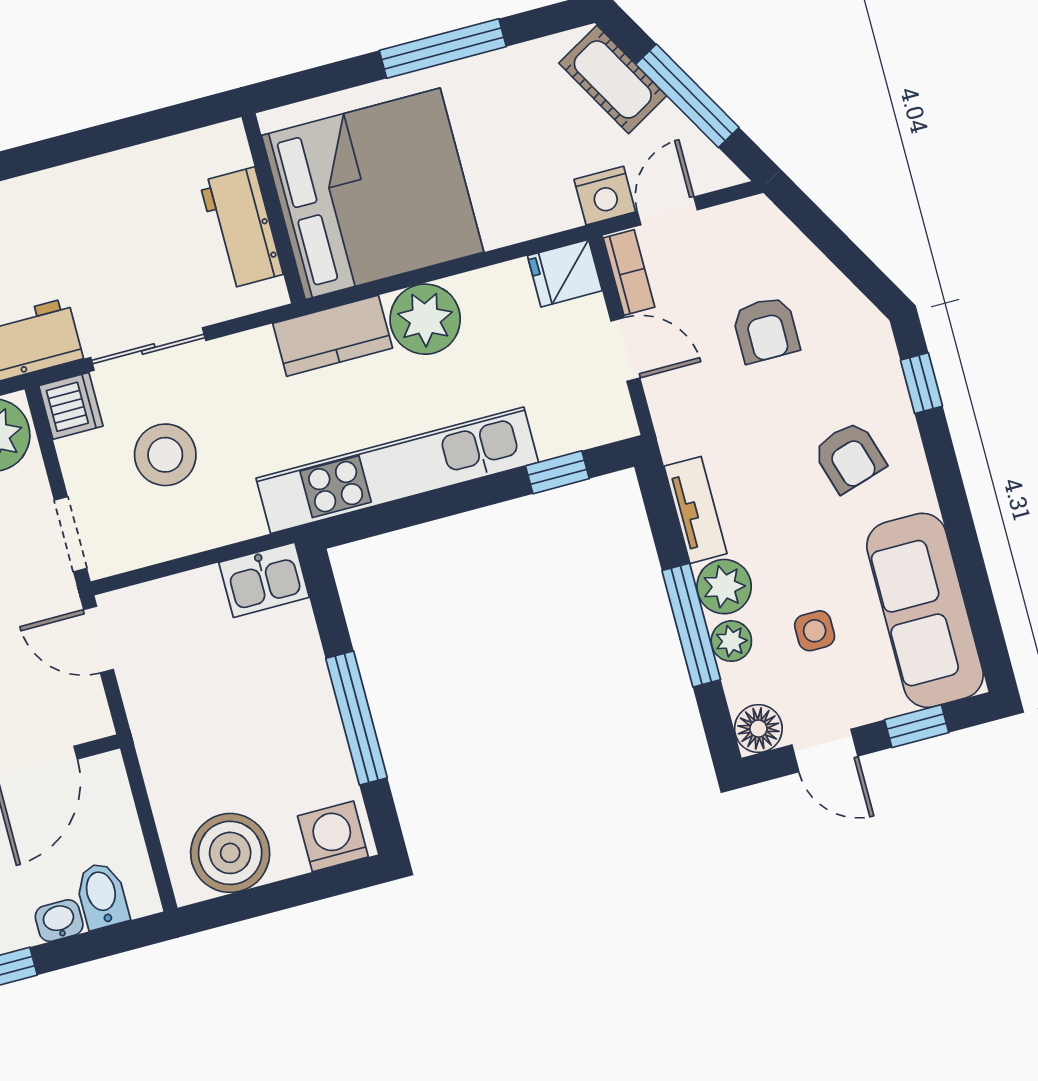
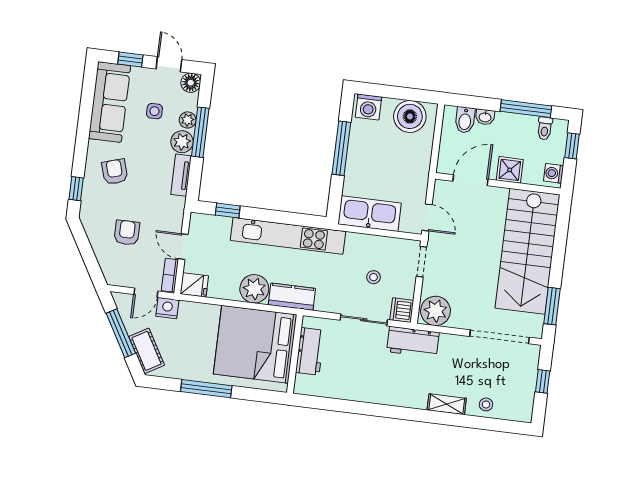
stool: (165, 455) -> (374, 277), width x0.53, depth x0.53
kitchen sink: (264, 580) -> (370, 214), width x1.88, depth x1.24

